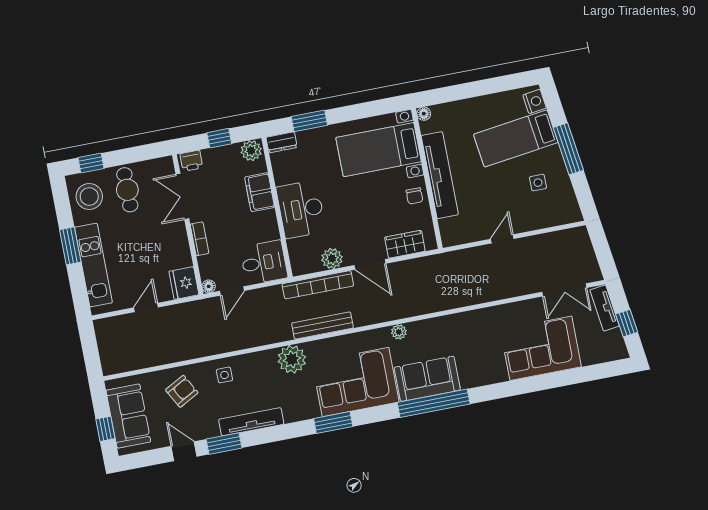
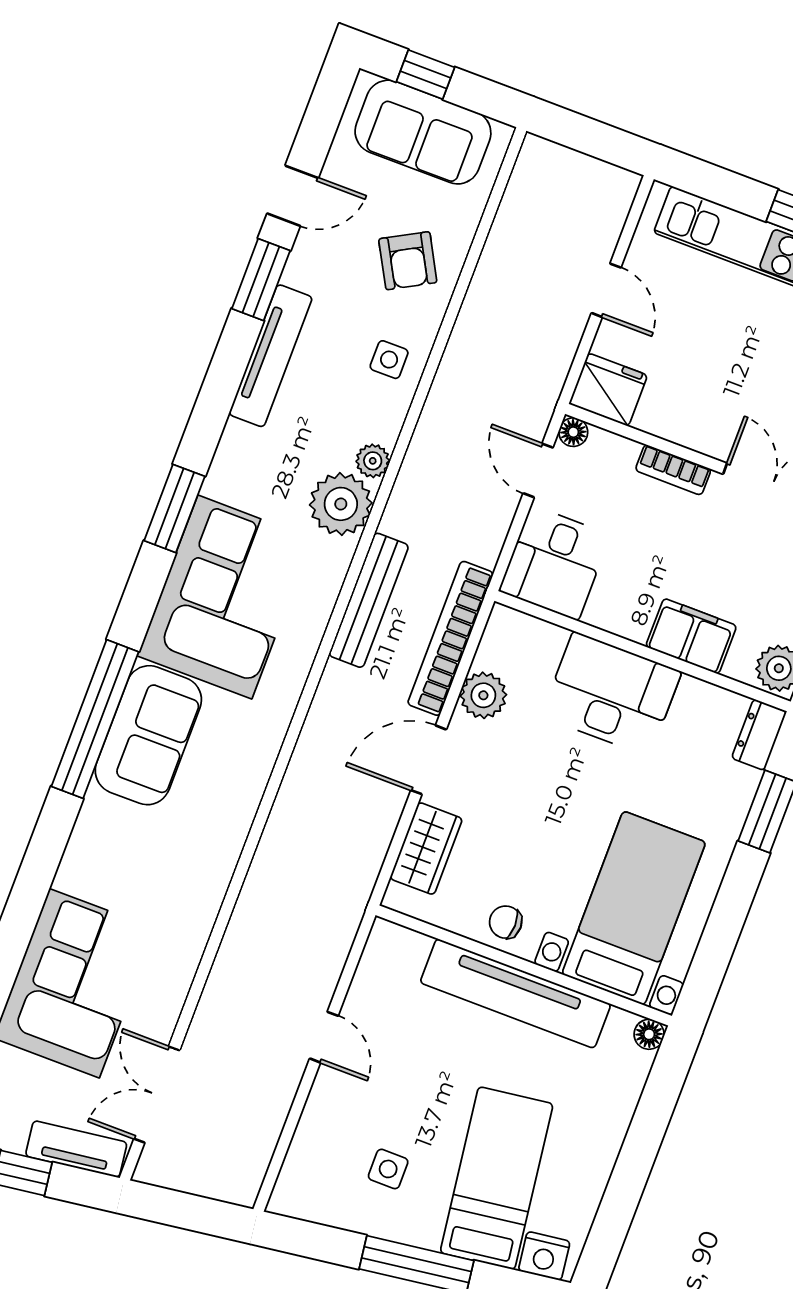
plant: (399, 332) -> (373, 461), moved

